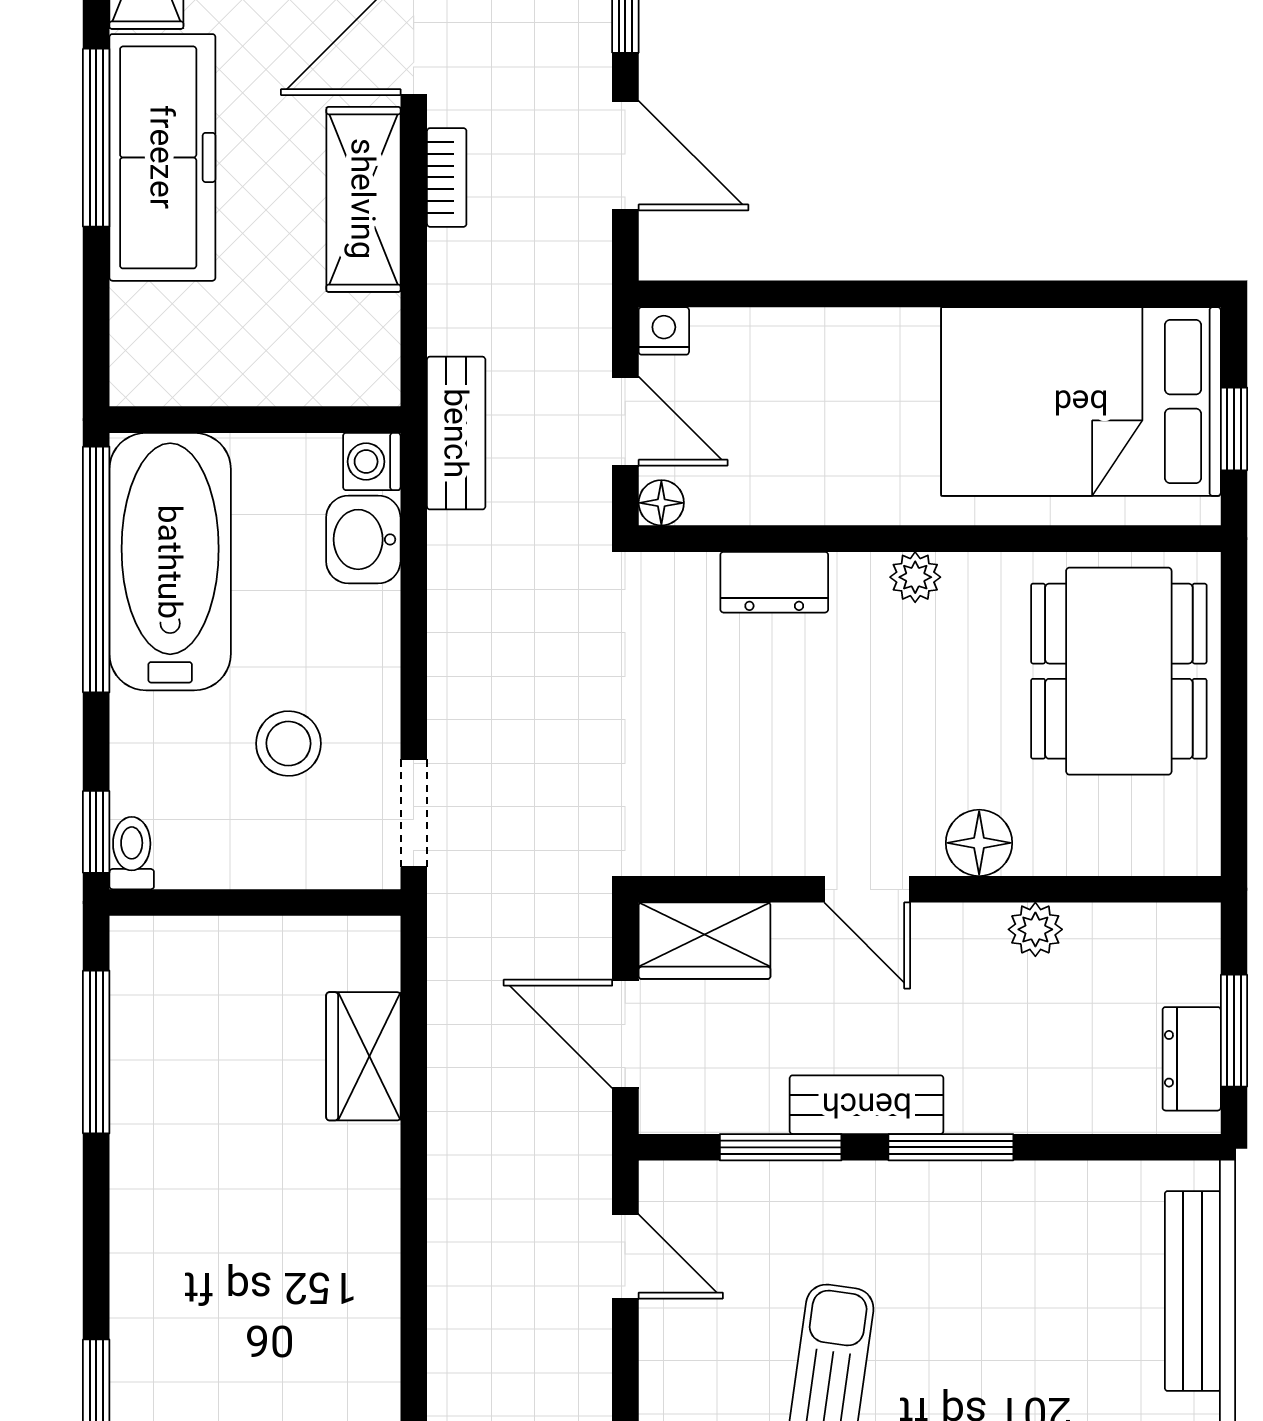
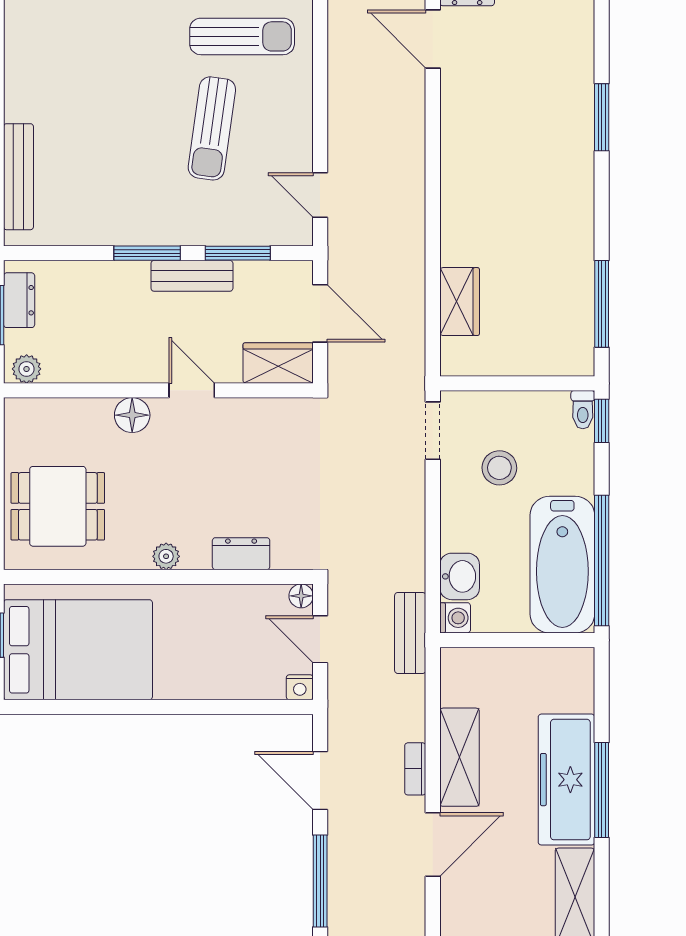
dining table: (1119, 671) -> (58, 506), width x0.73
plant: (1035, 929) -> (27, 369), moved

